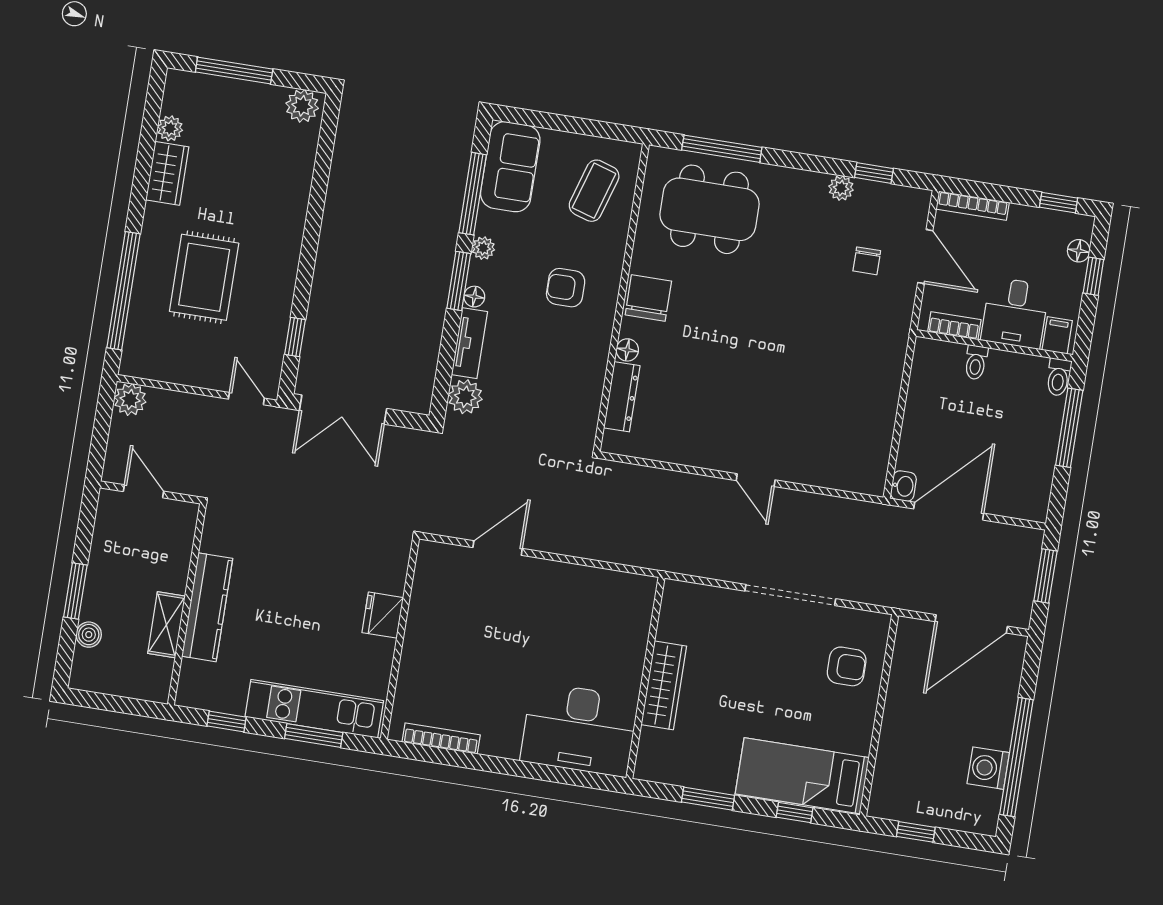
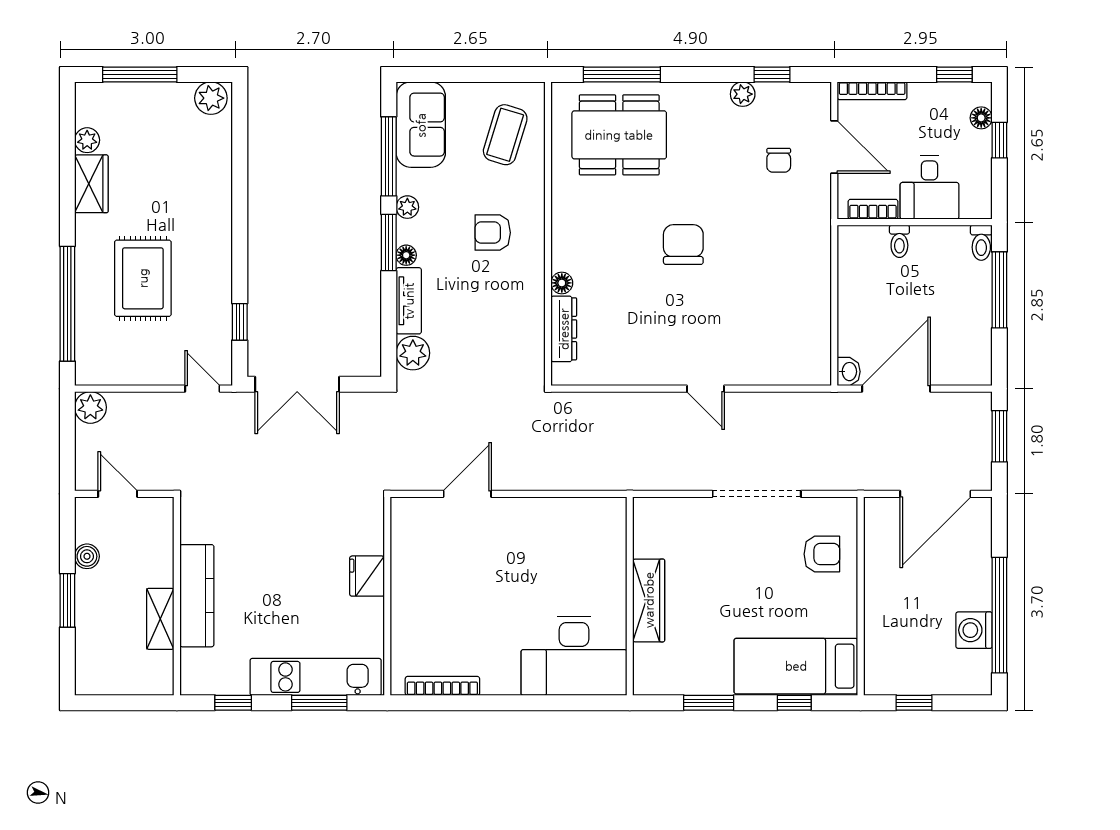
chair: (648, 298) -> (683, 245), moved
filing cabinet: (1057, 335) -> (974, 203), removed
boiler: (89, 635) -> (87, 556), moved

